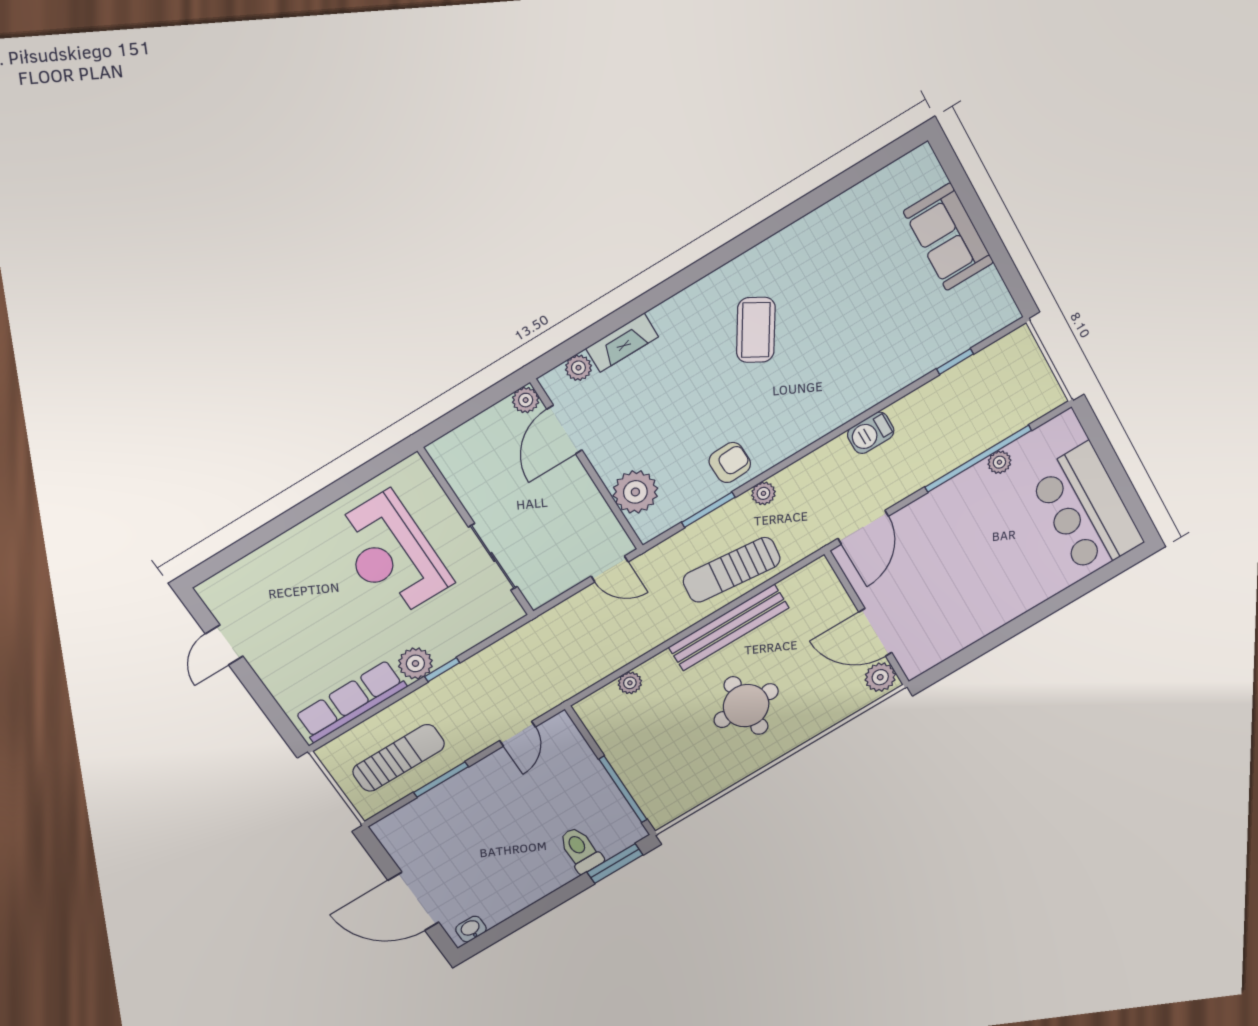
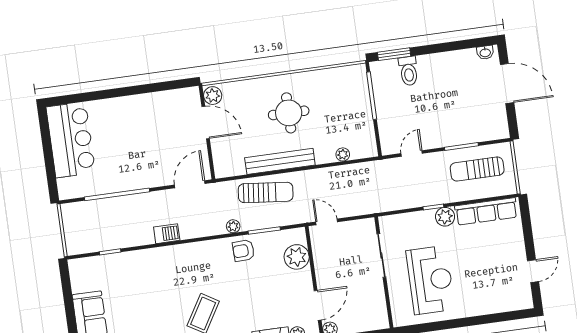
plant: (999, 462) -> (107, 187), removed

